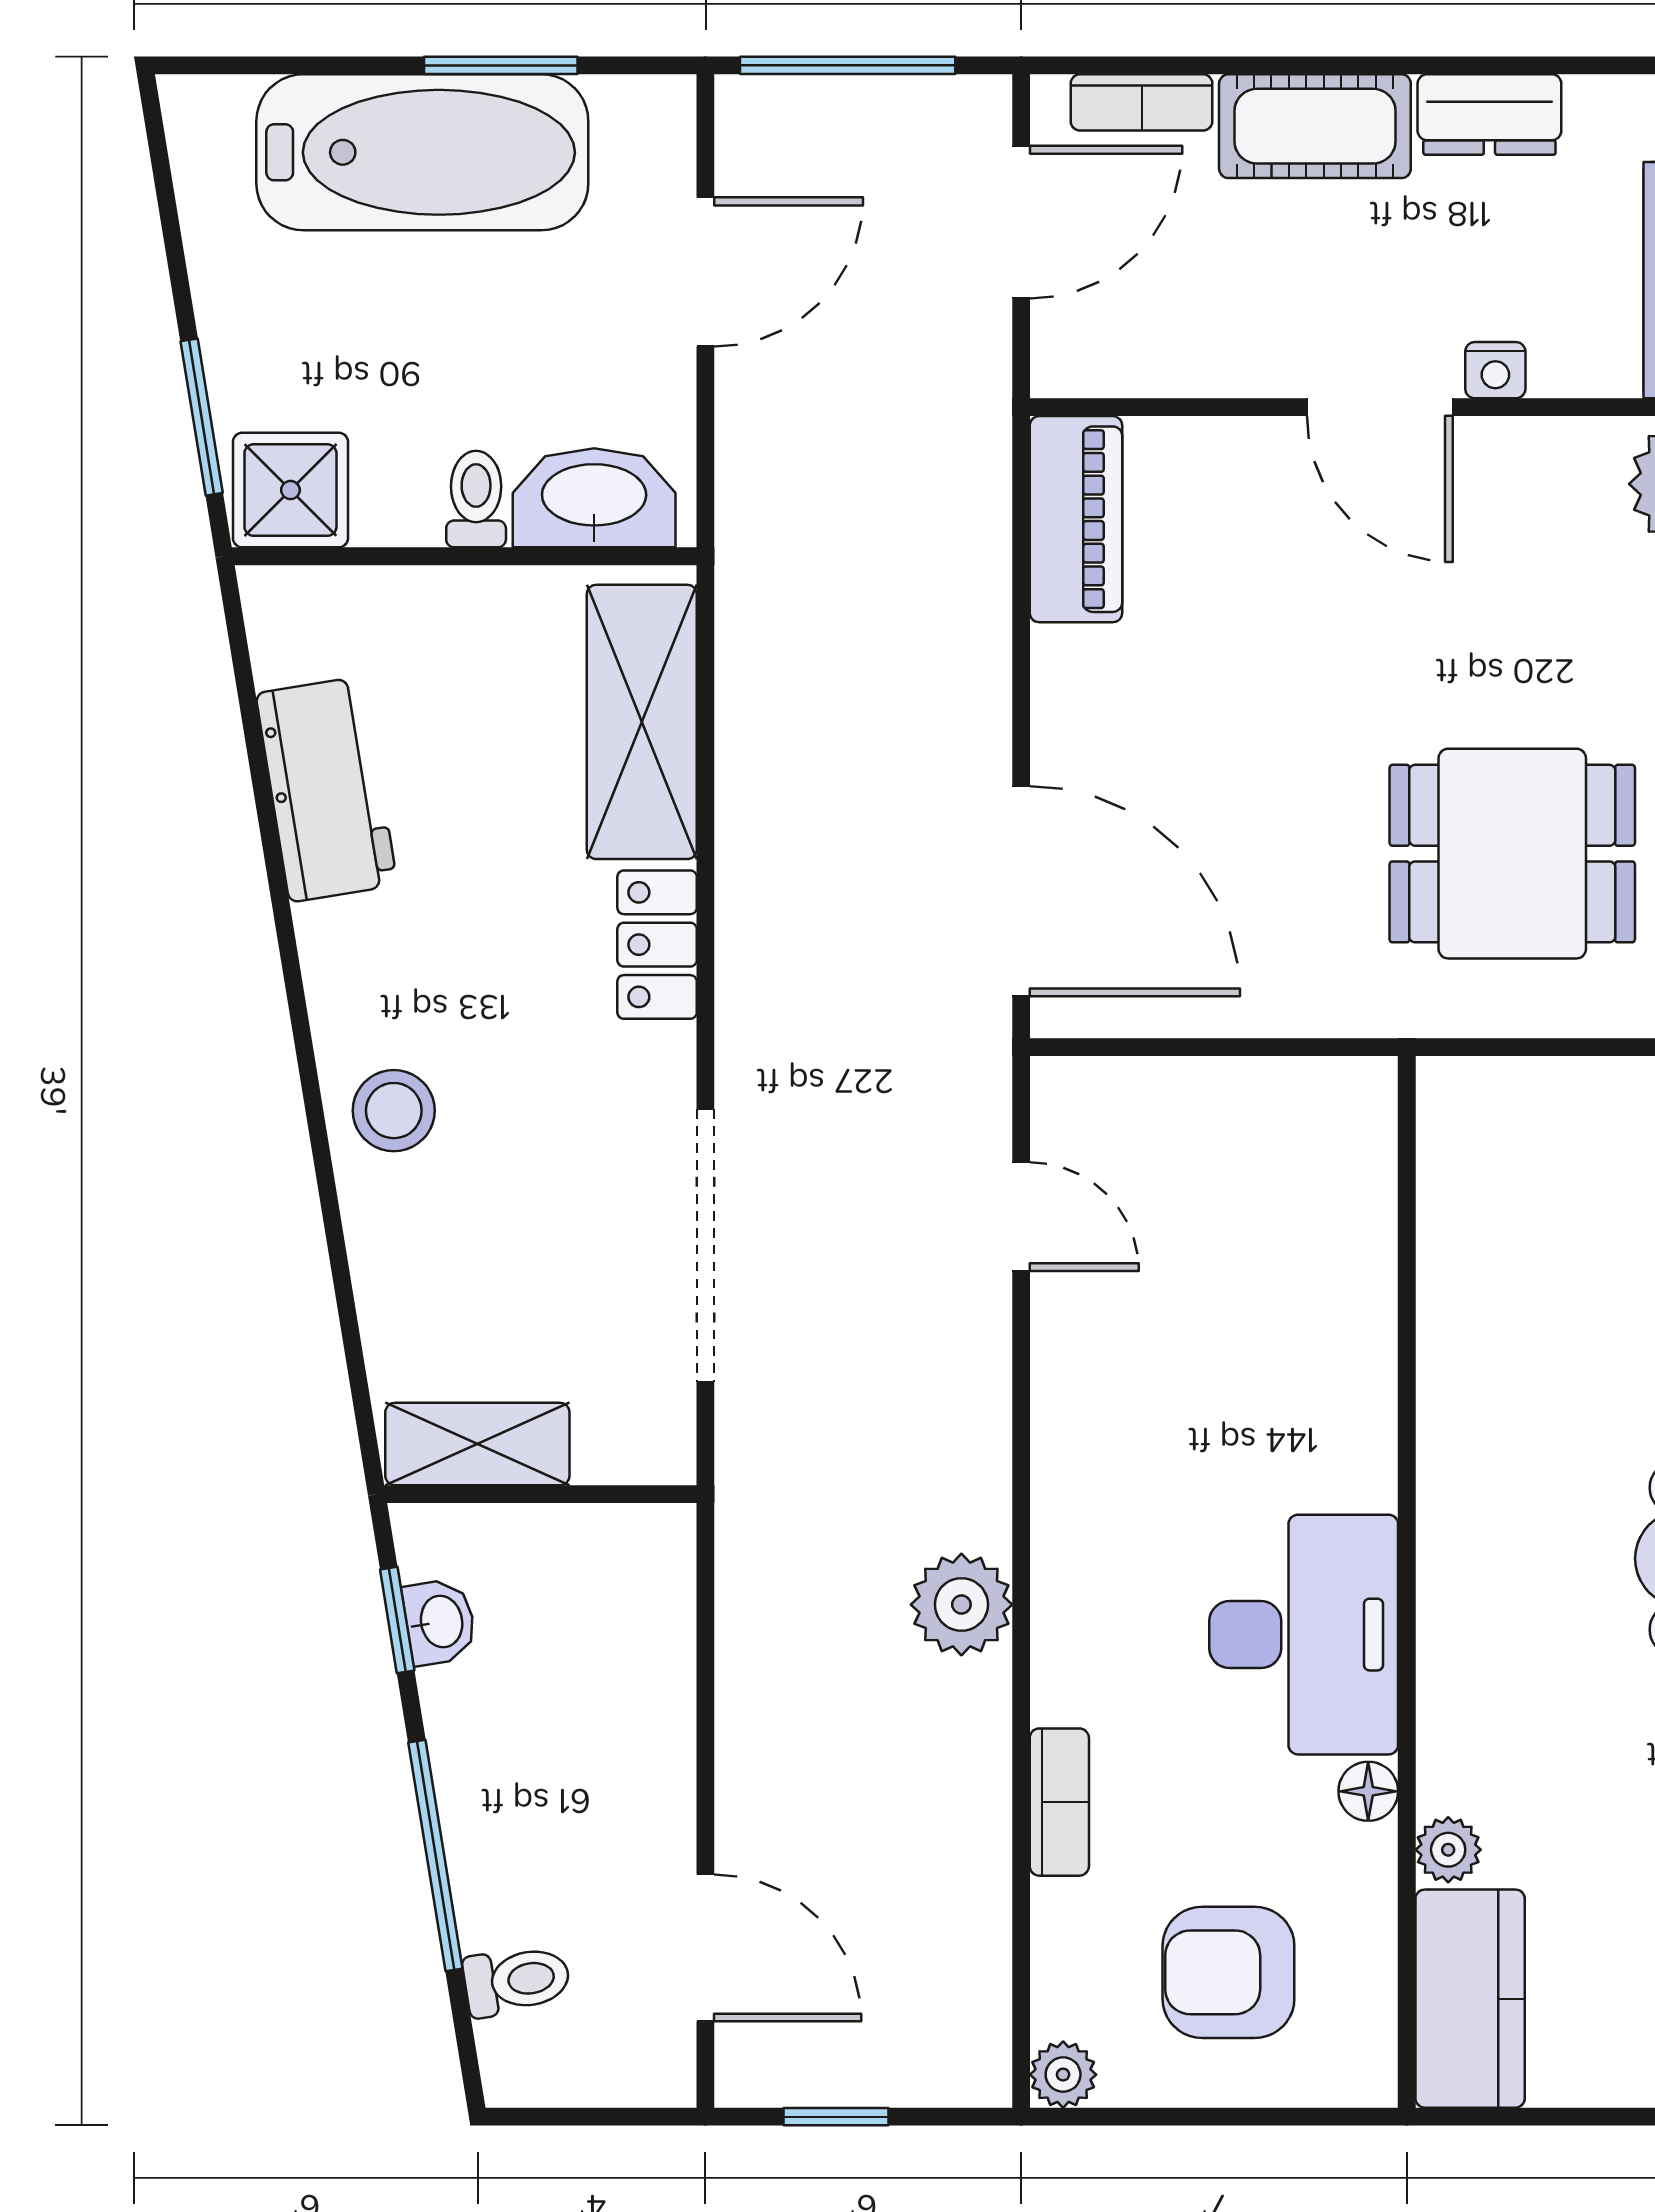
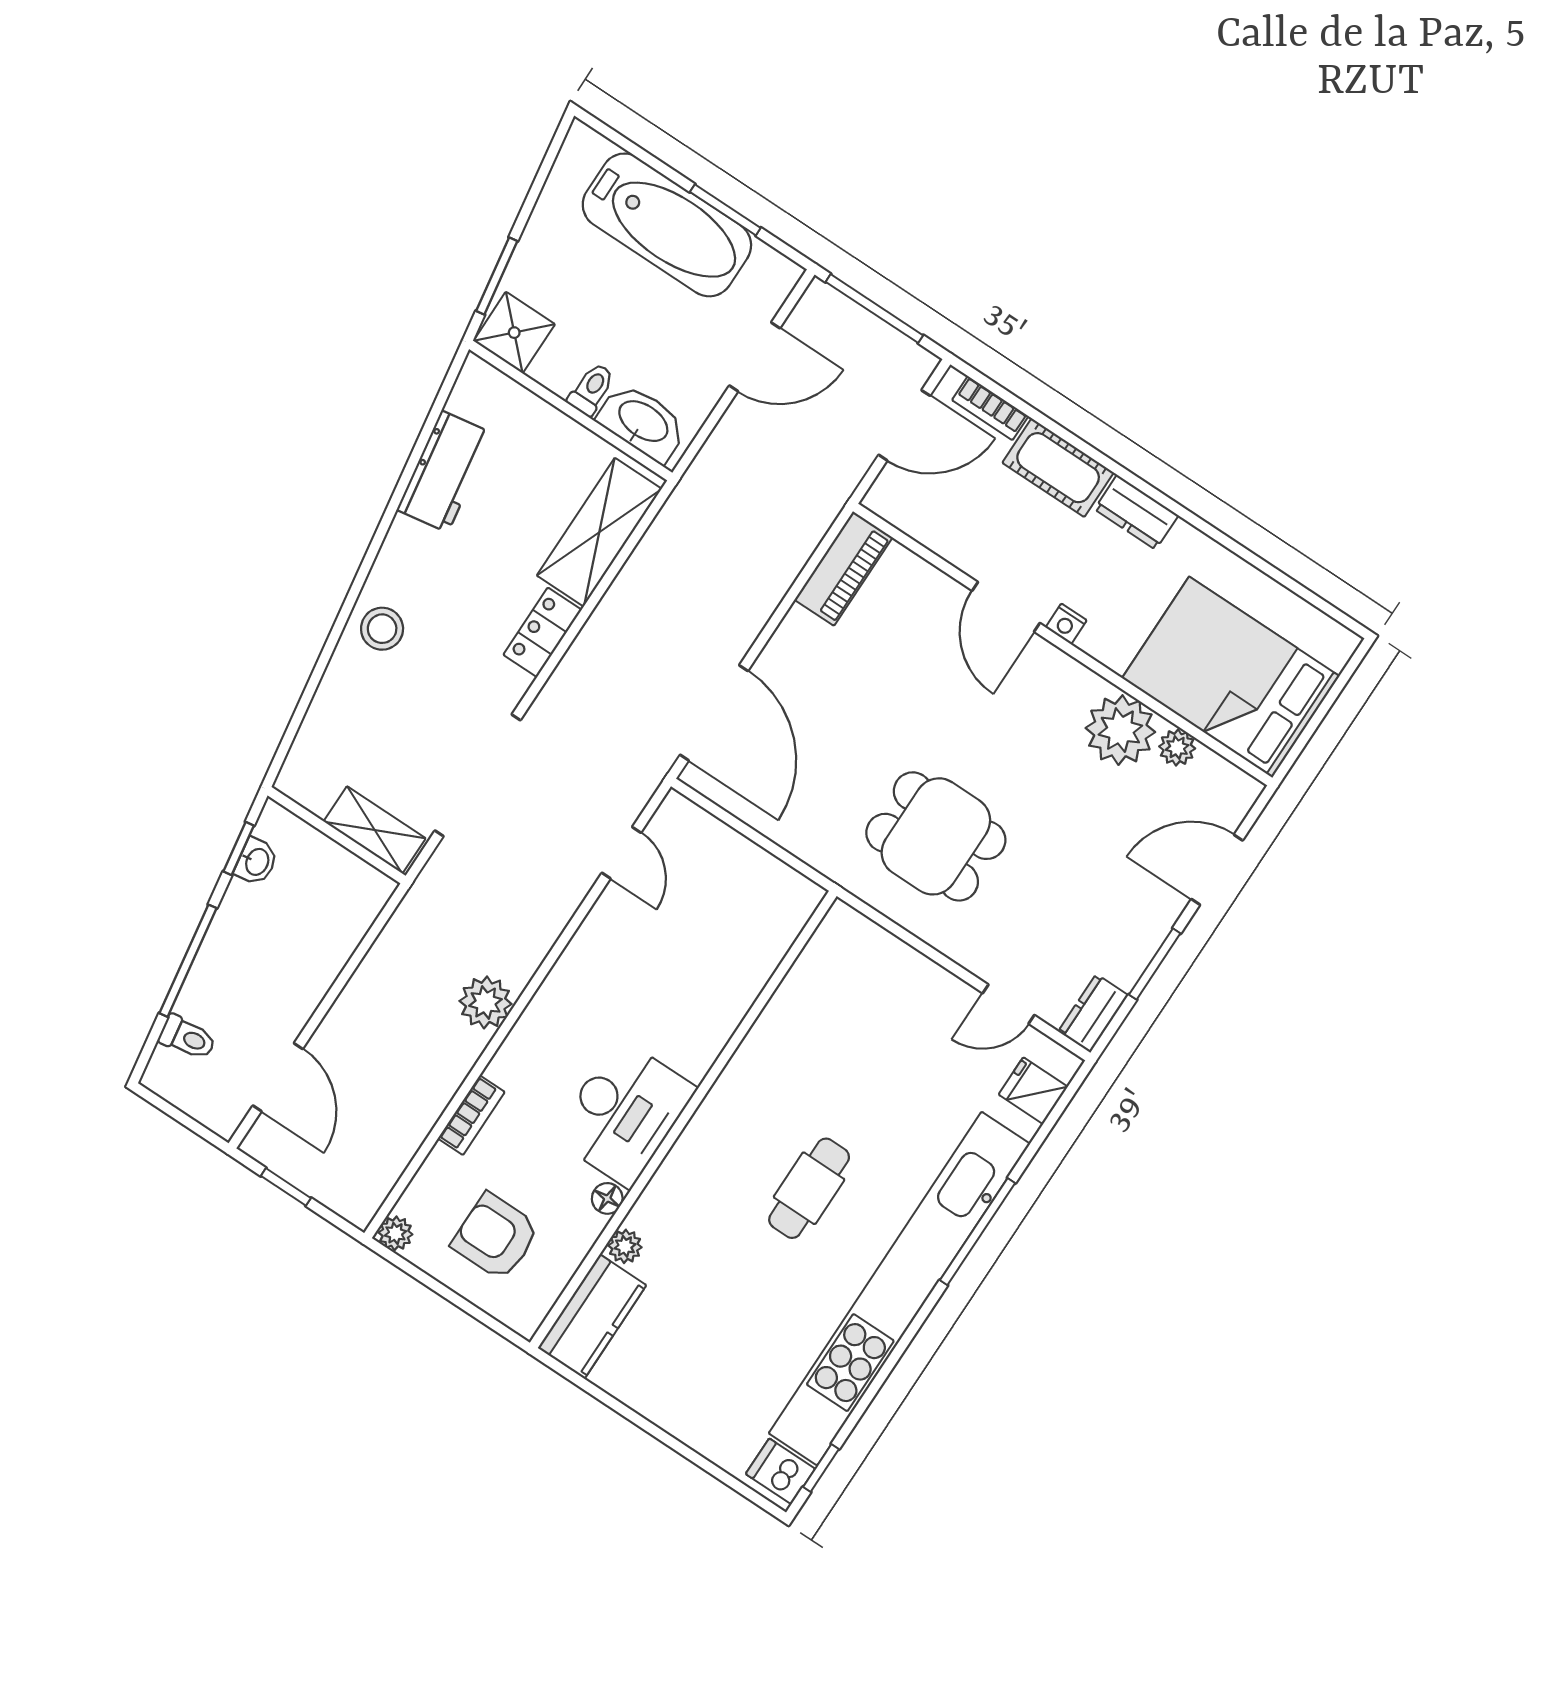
shelving: (477, 1444) -> (375, 830), moved

